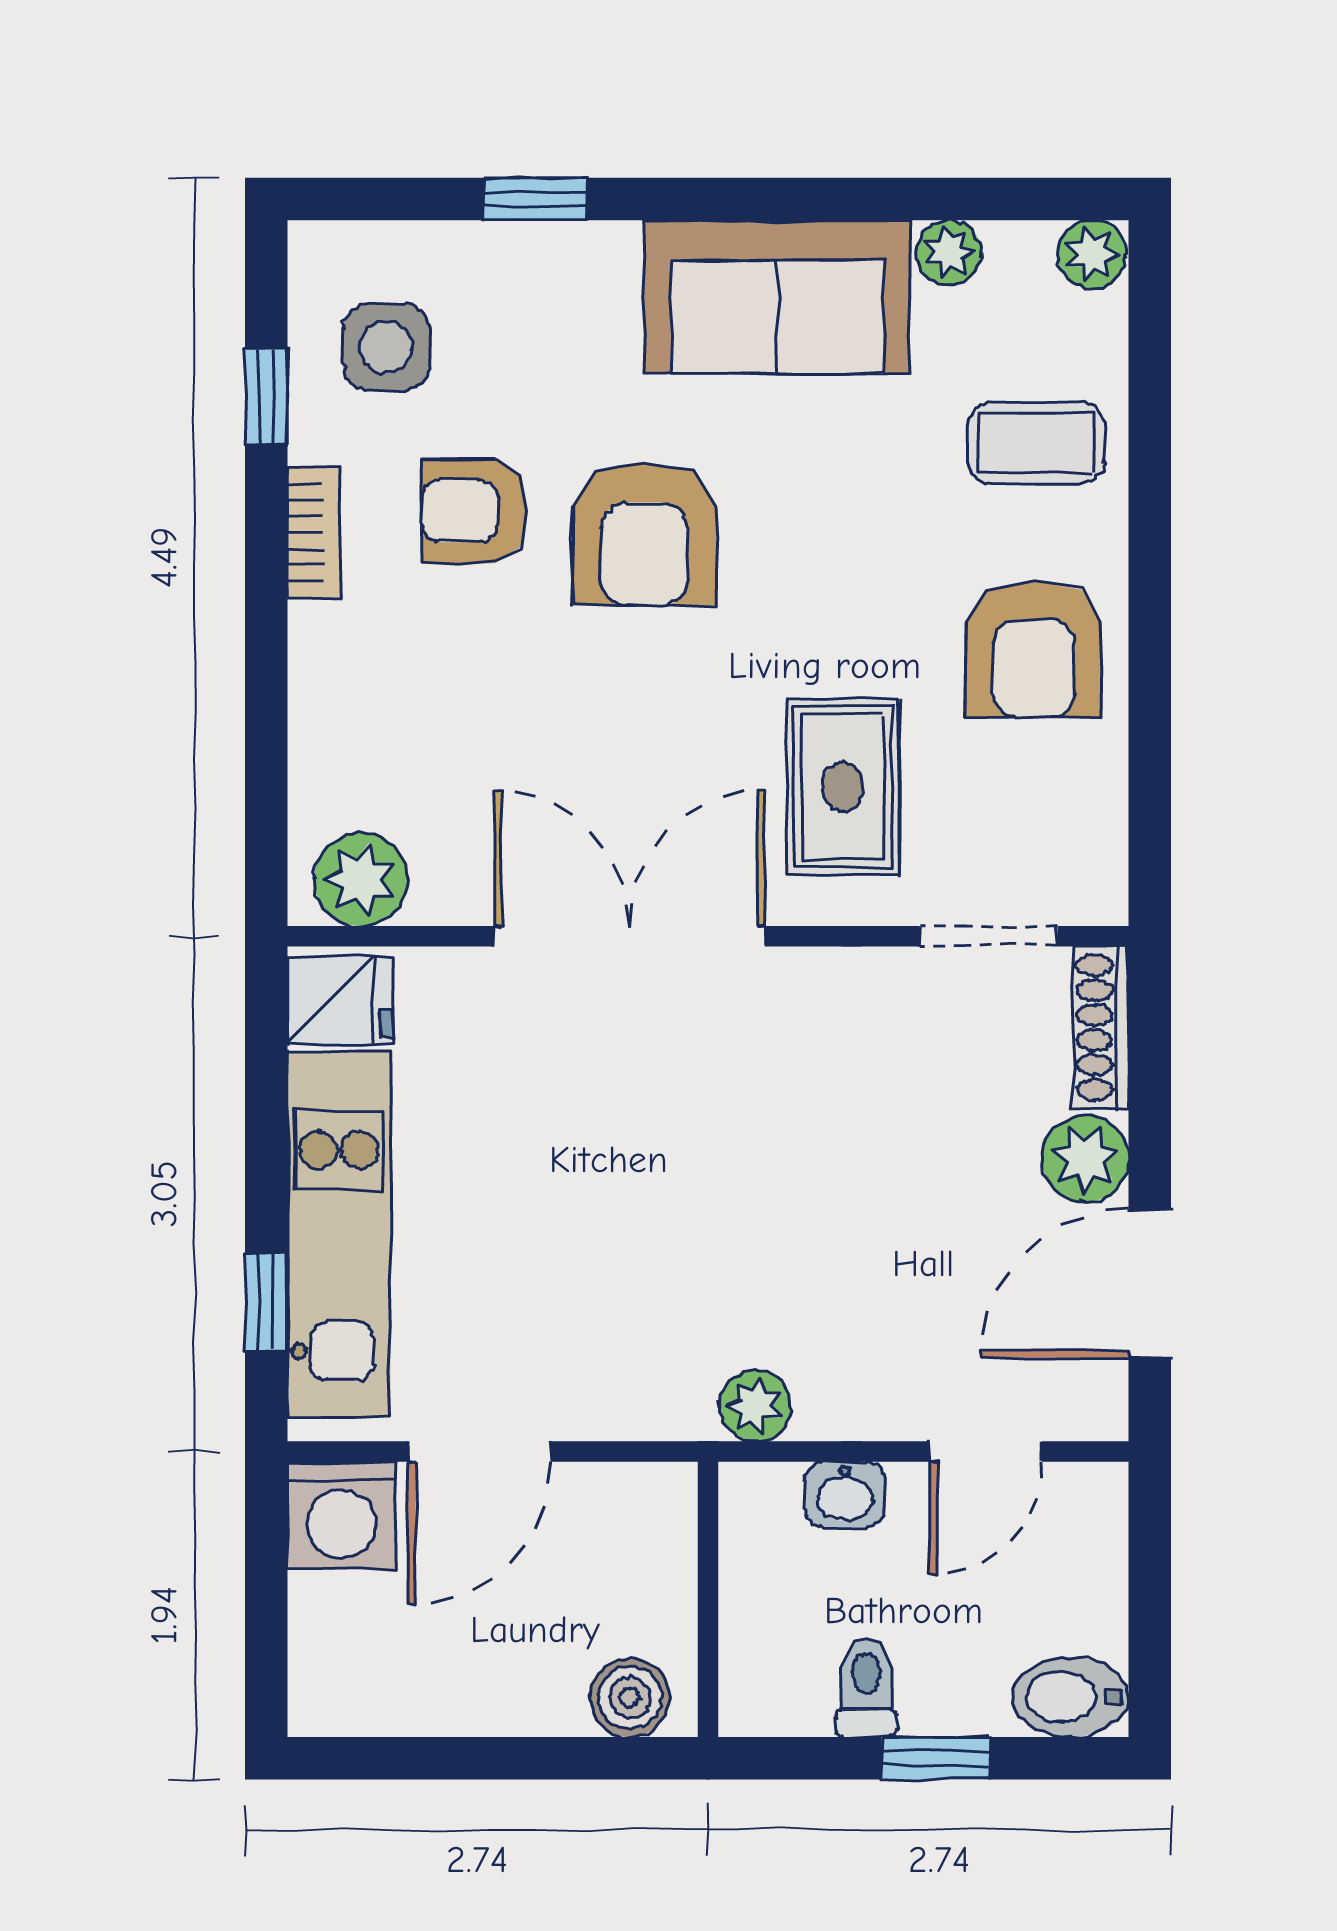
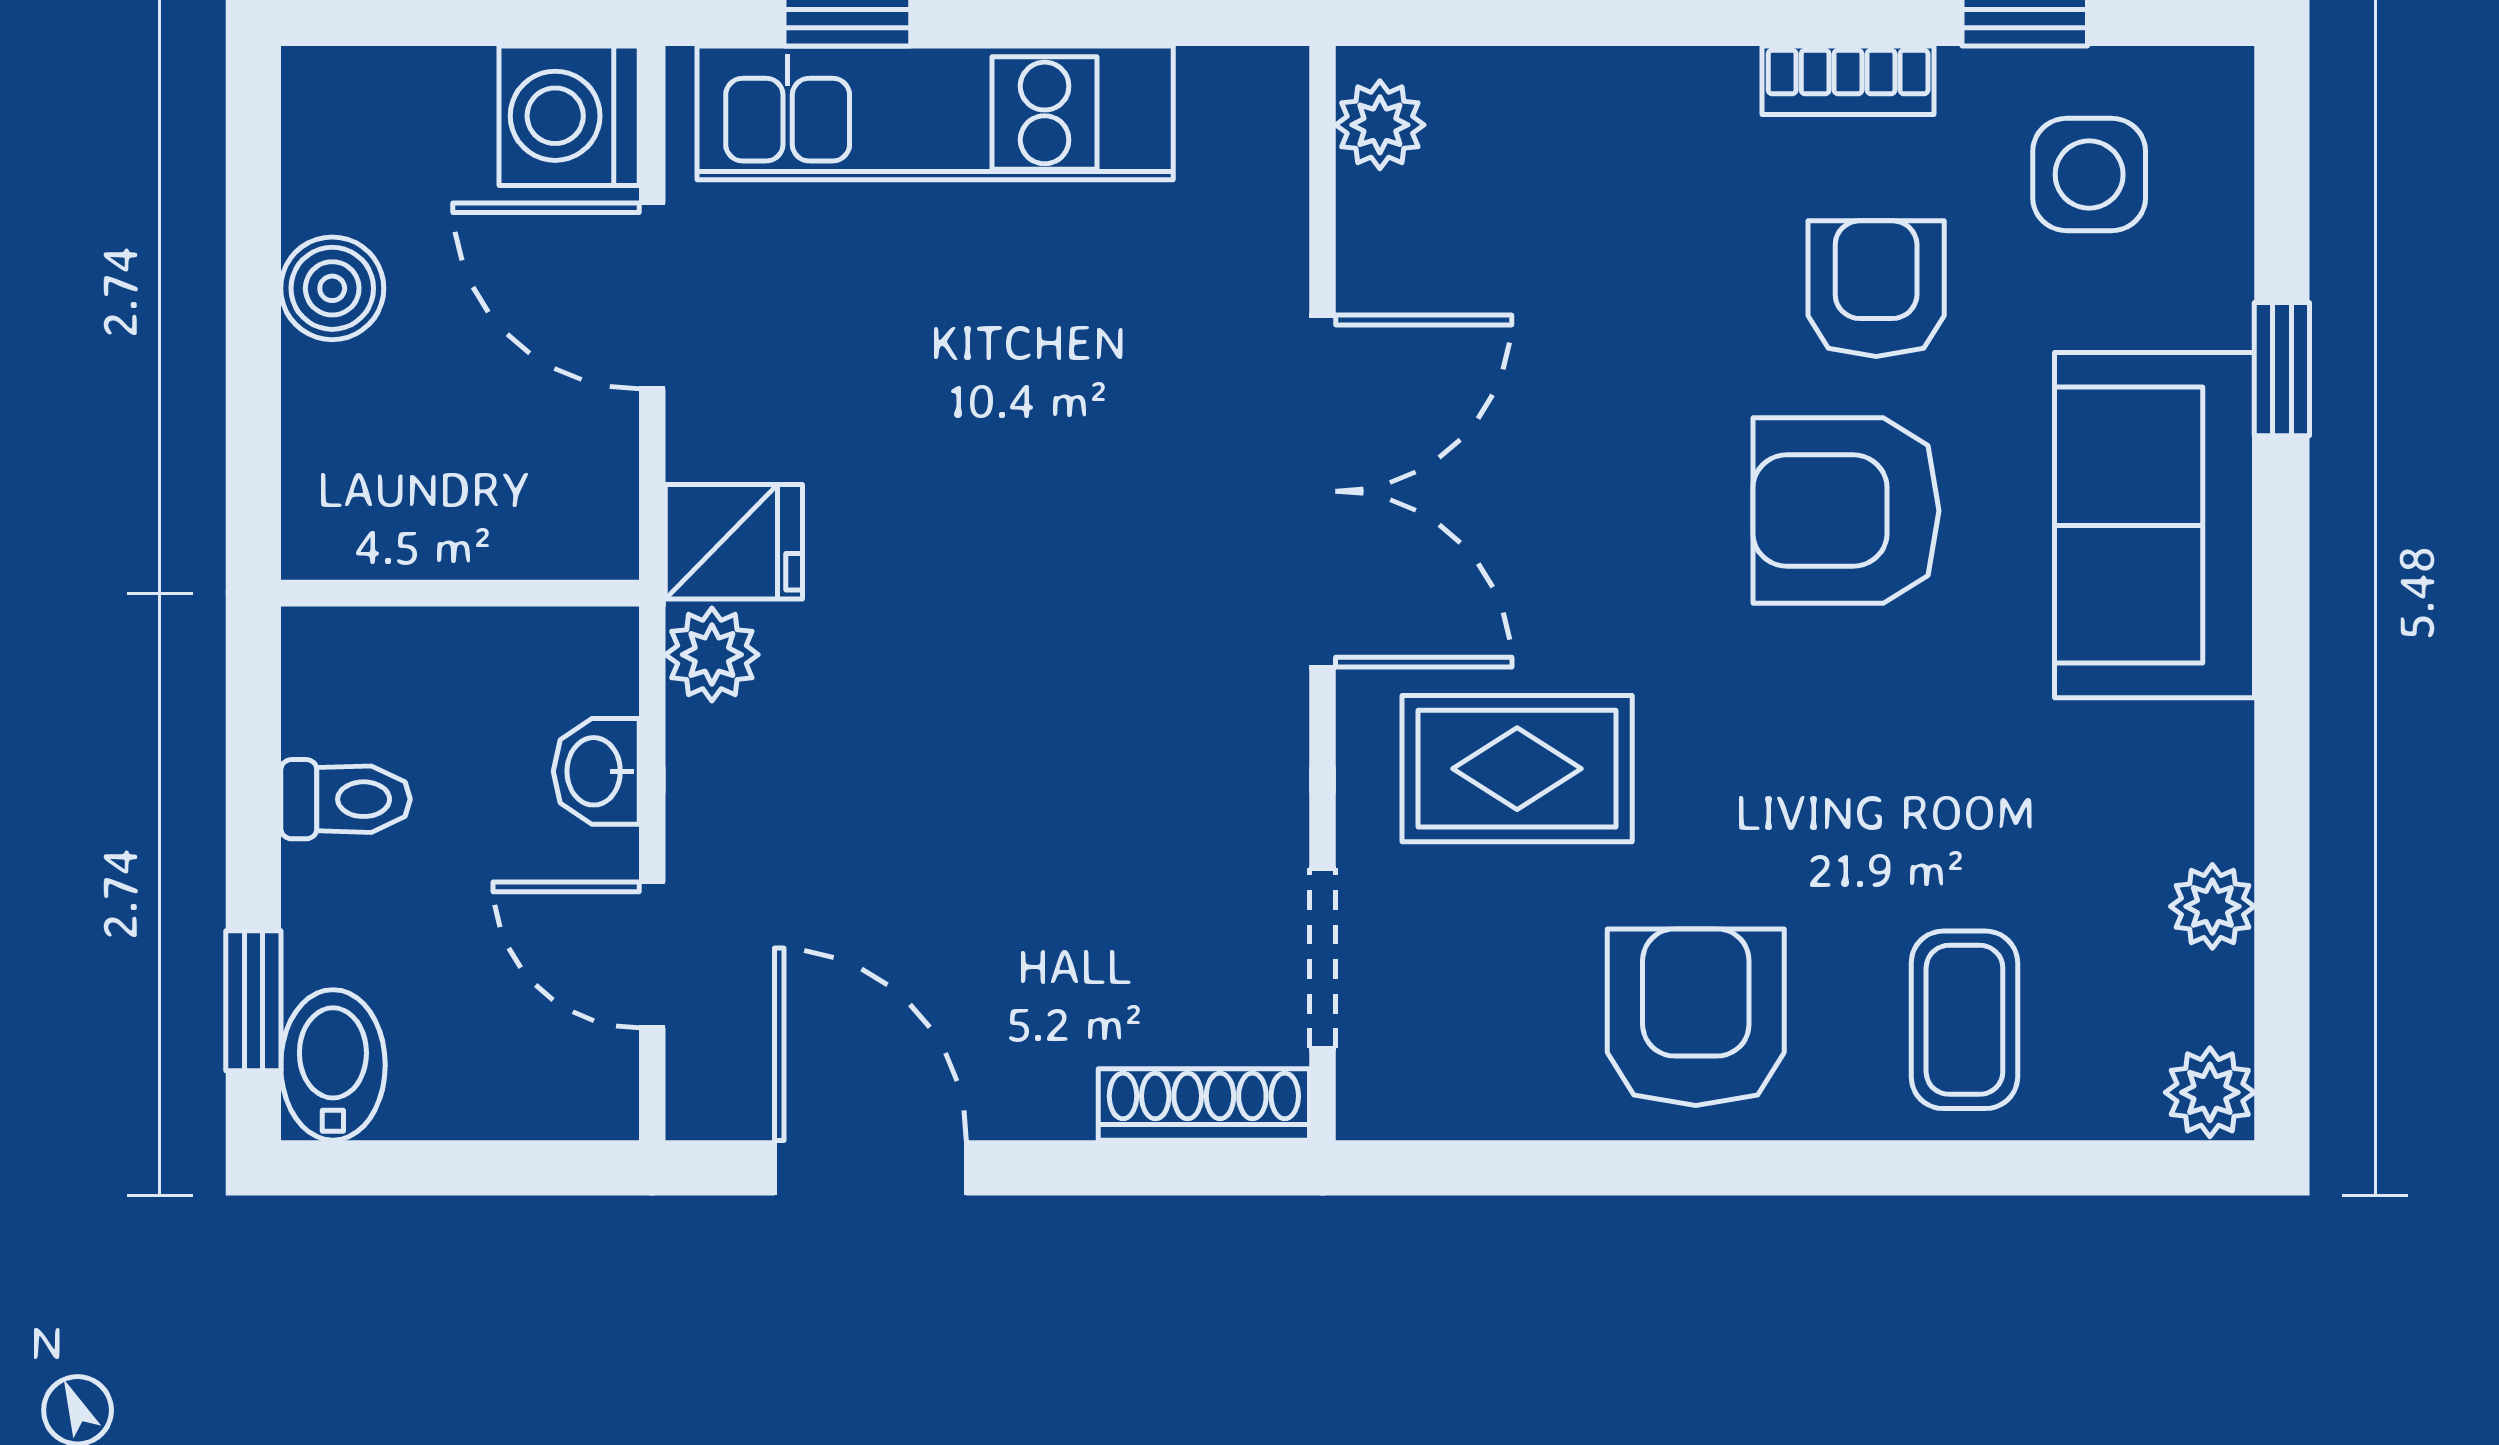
sofa: (777, 297) -> (2155, 525), moved
armchair: (1034, 649) -> (1696, 1017), turned 90
plant: (361, 880) -> (1380, 125), width x0.73, depth x0.73
fridge: (340, 1000) -> (734, 542), moved, turned -90
plant: (1085, 1159) -> (1033, 1084), removed
boiler: (630, 1697) -> (332, 288), moved
window: (935, 1758) -> (253, 1001), moved

